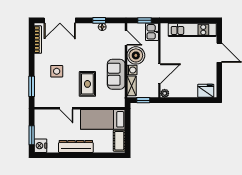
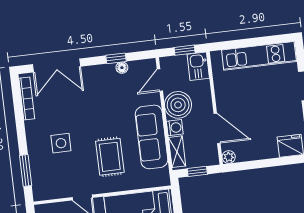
door: (126, 38) -> (160, 80), swing flipped
sofa: (116, 74) -> (152, 137), width x1.36
door: (159, 74) -> (217, 128), hinge flipped

